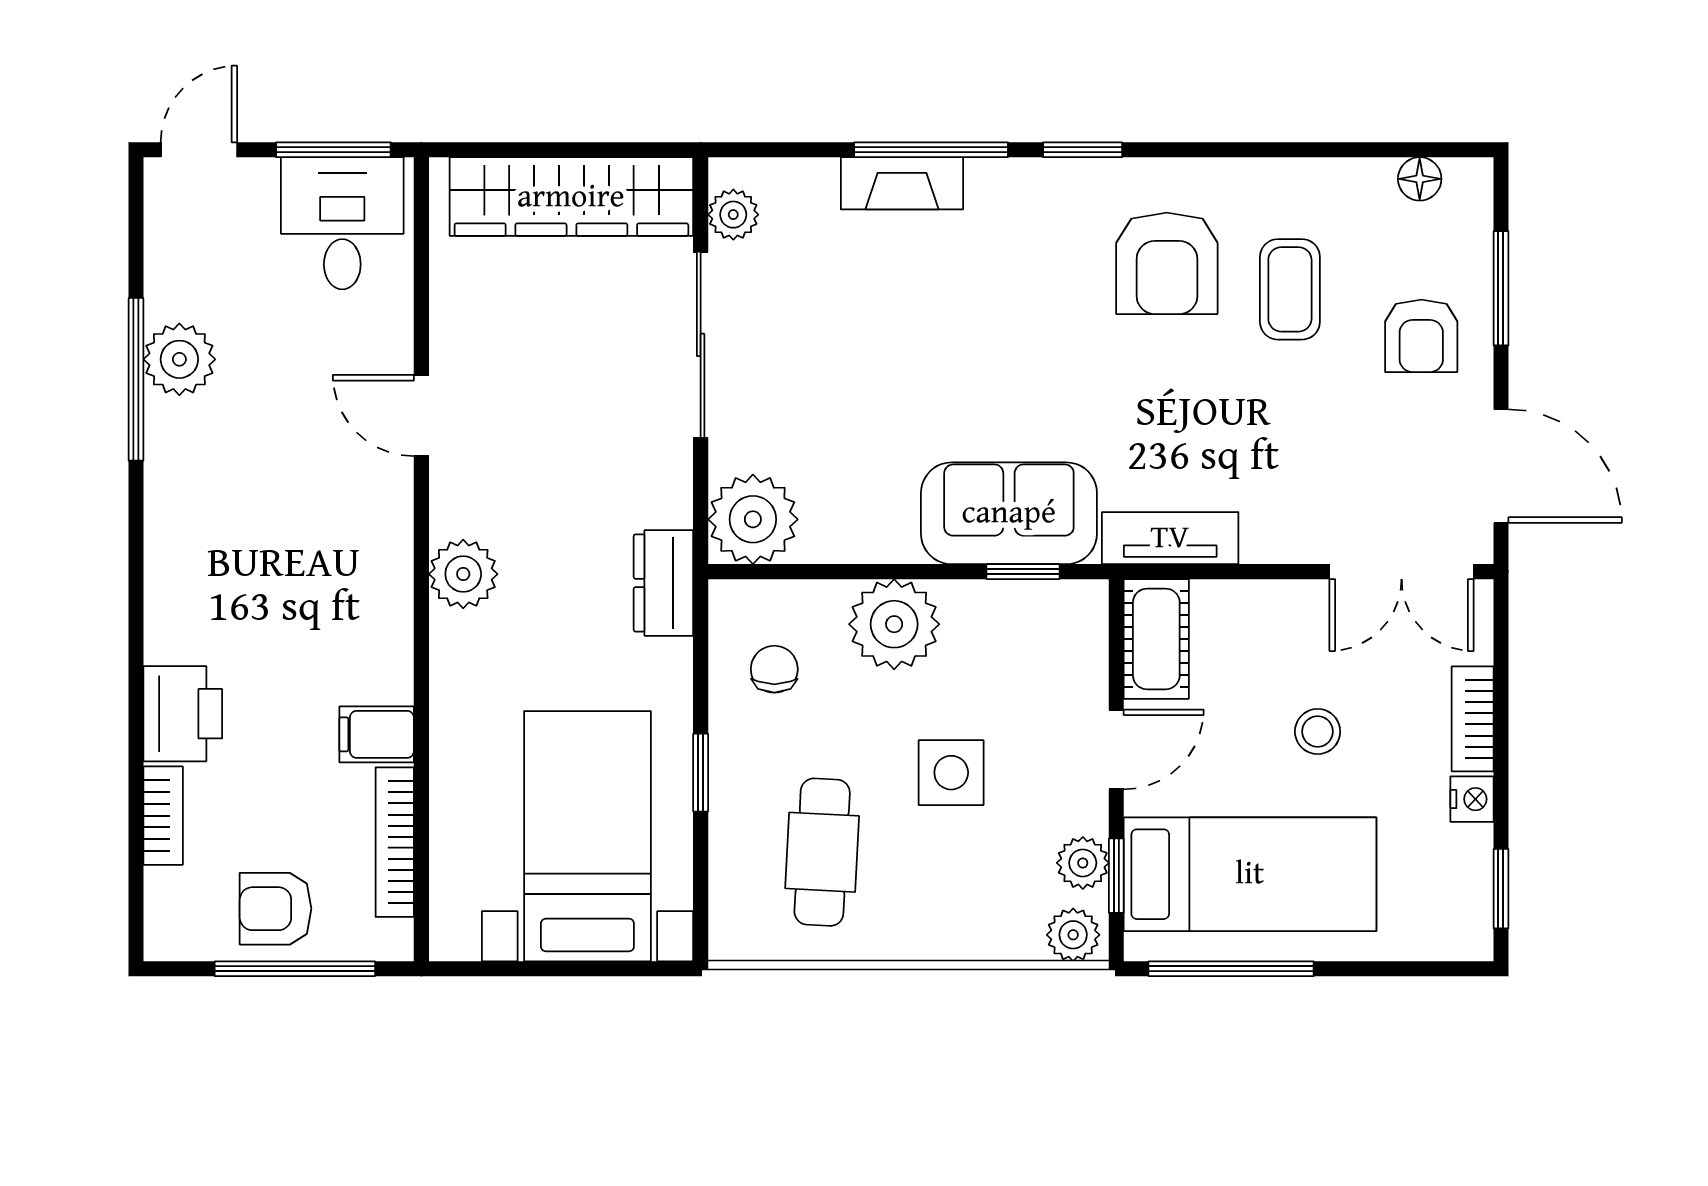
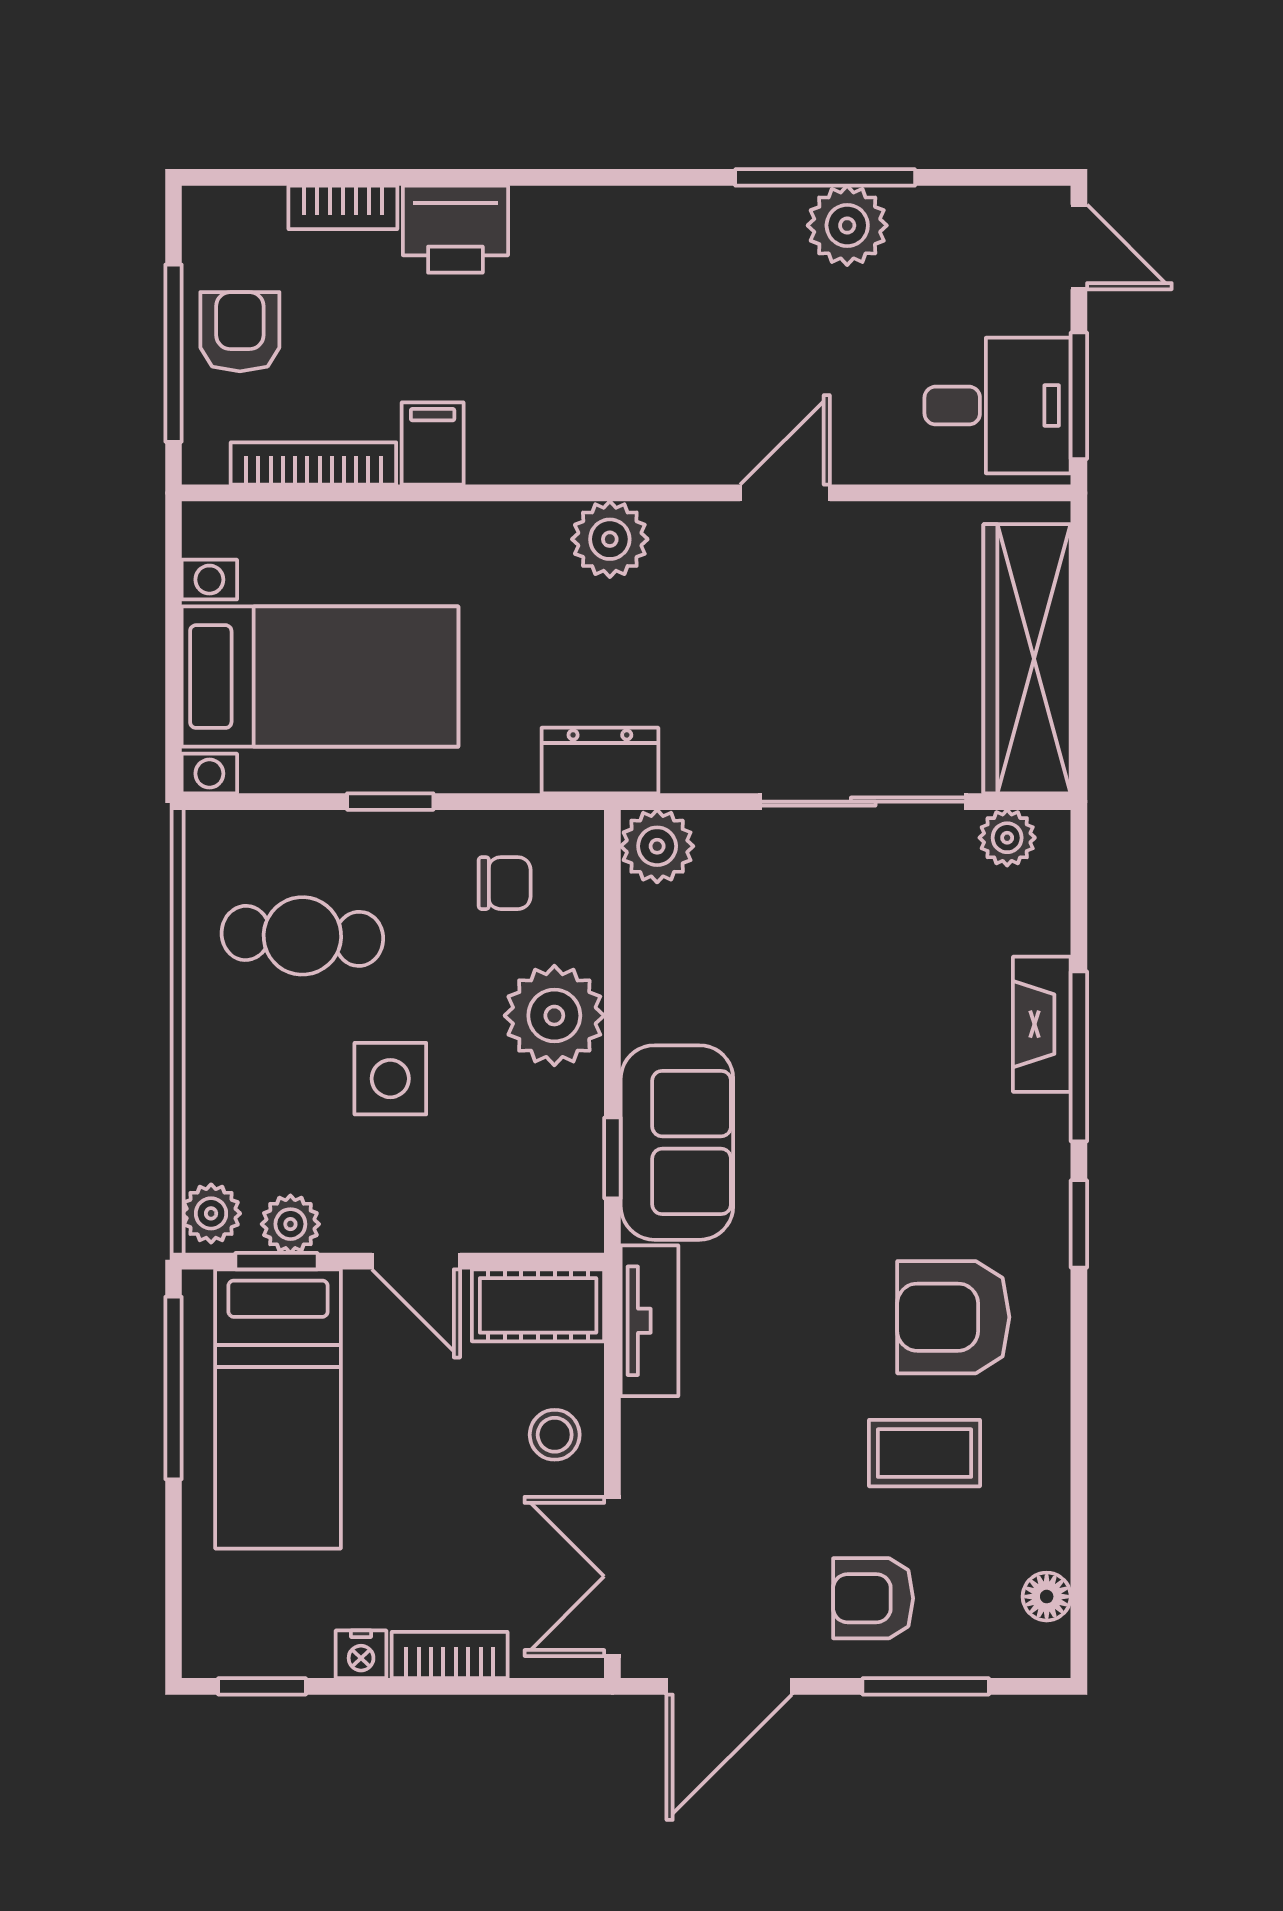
plant: (753, 519) -> (657, 846), width x0.73, depth x0.73
stool: (1318, 731) -> (555, 1435), moved

